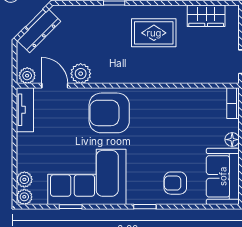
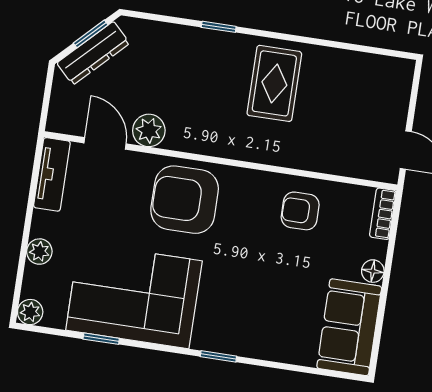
wardrobe: (206, 16) -> (361, 69), removed
rug: (154, 33) -> (274, 83), turned 90
plant: (27, 76) -> (64, 121), removed
plant: (24, 179) -> (39, 252), moved
armchair: (175, 183) -> (300, 211), moved

